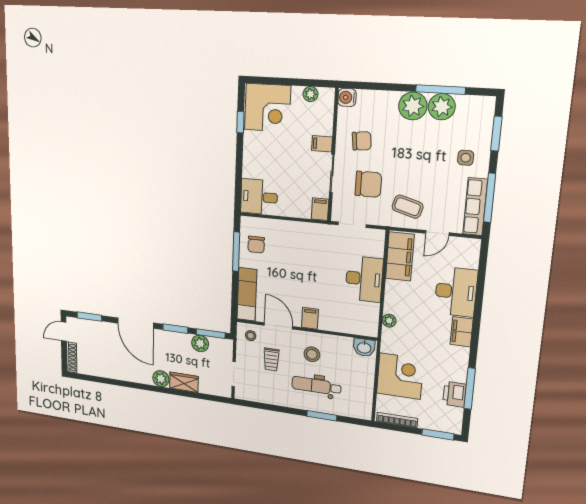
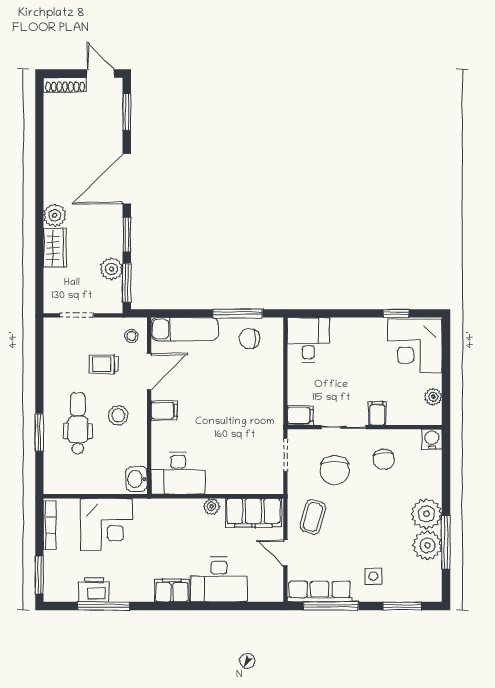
desk: (364, 279) -> (178, 473), moved
plant: (389, 321) -> (211, 506), moved

